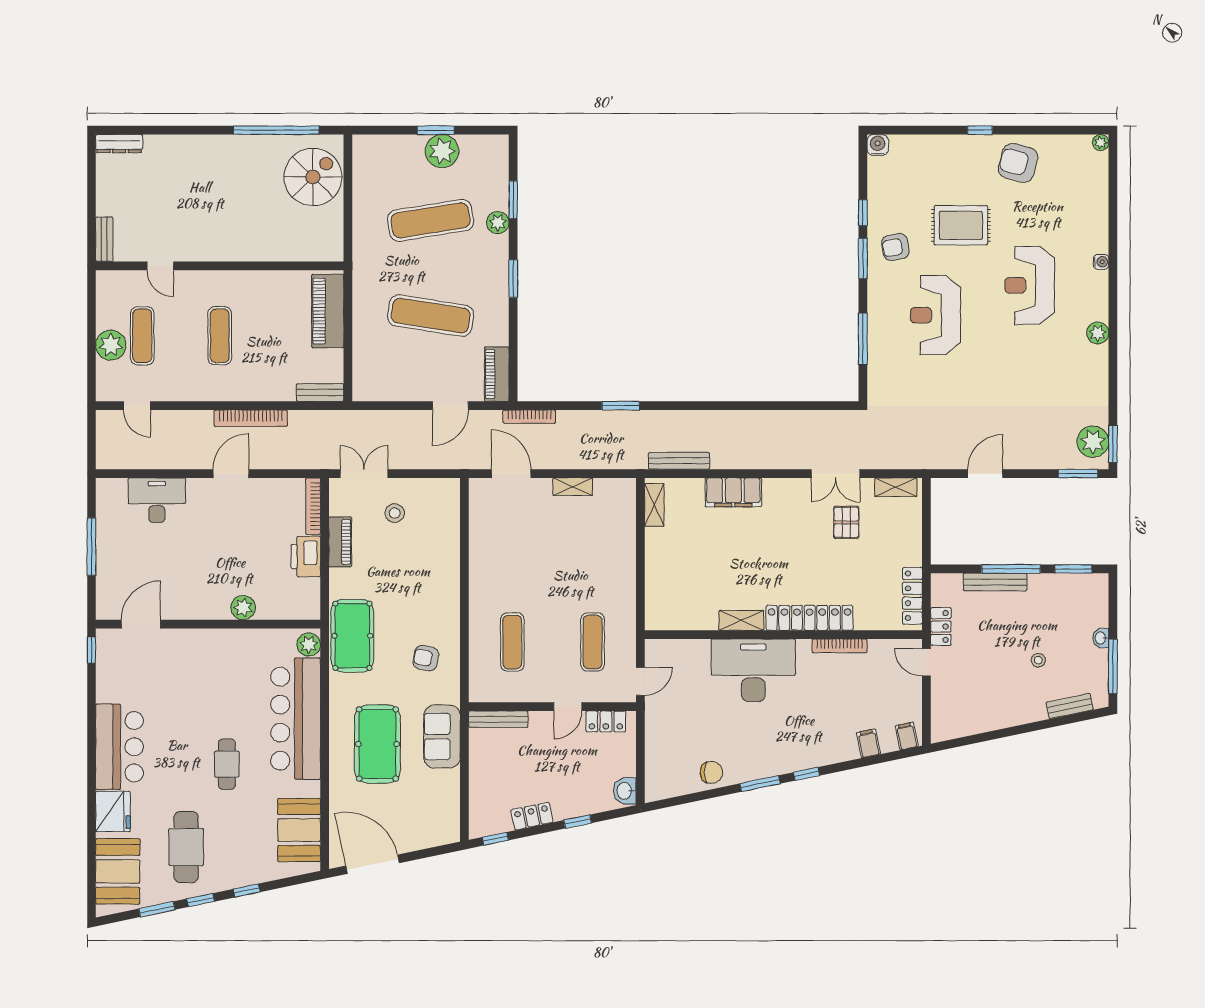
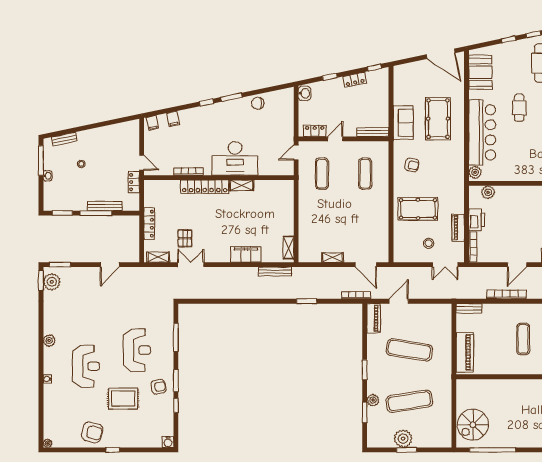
locker: (912, 596) -> (149, 224), moved
plant: (243, 608) -> (488, 192), moved
pool table: (352, 636) -> (418, 209), moved, turned 90

